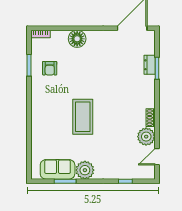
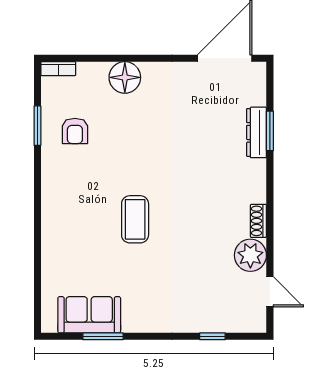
dresser: (150, 65) -> (257, 132), width x1.44
coffee table: (83, 117) -> (135, 219), width x0.73, depth x0.76
door: (157, 157) -> (270, 292), swing flipped
plant: (85, 170) -> (139, 316), removed

